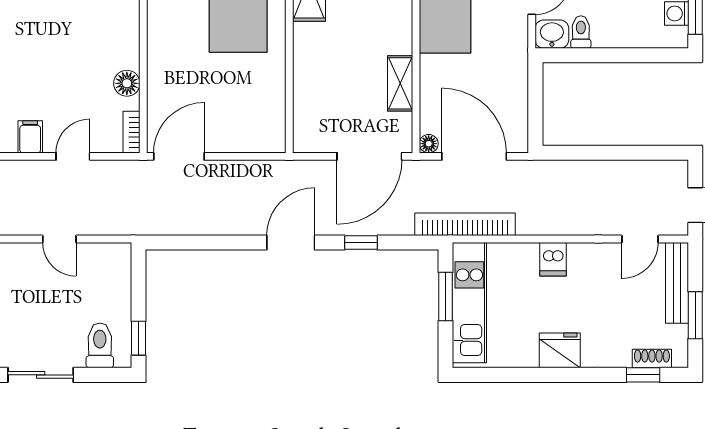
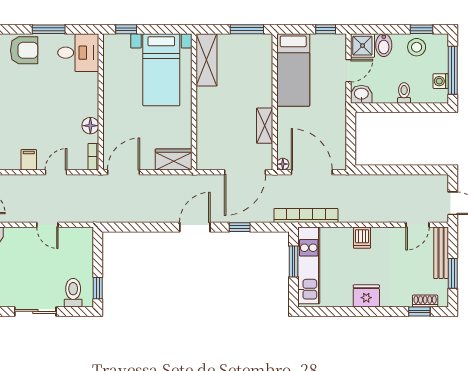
toilet: (581, 32) -> (404, 93), moved
wardrobe: (257, 136) -> (174, 159), added

